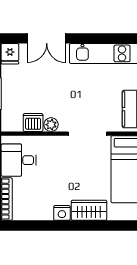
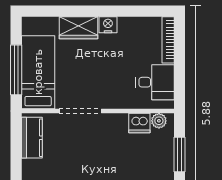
plant: (51, 125) -> (159, 121), moved

